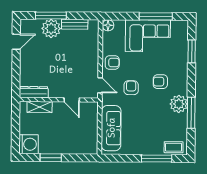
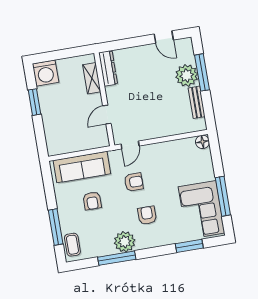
corner sofa: (148, 36) -> (202, 210), moved
armchair: (112, 63) -> (92, 201), moved

